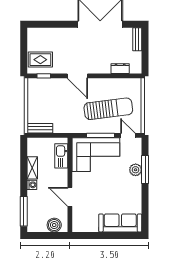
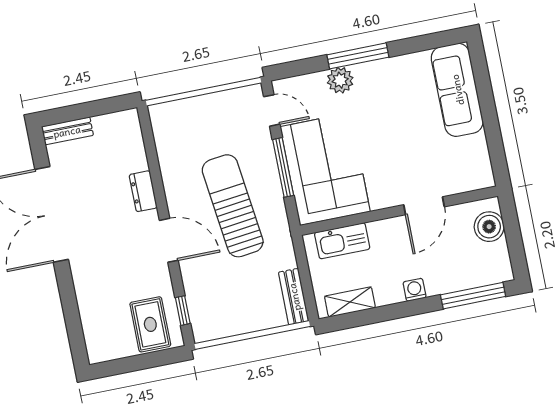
dresser: (120, 69) -> (143, 191), moved
door: (77, 76) -> (169, 240), hinge flipped
sun lounger: (108, 109) -> (233, 206), moved
door: (128, 135) -> (272, 110), swing flipped
shelving: (32, 168) -> (350, 302), moved
window: (145, 169) -> (358, 56), moved

